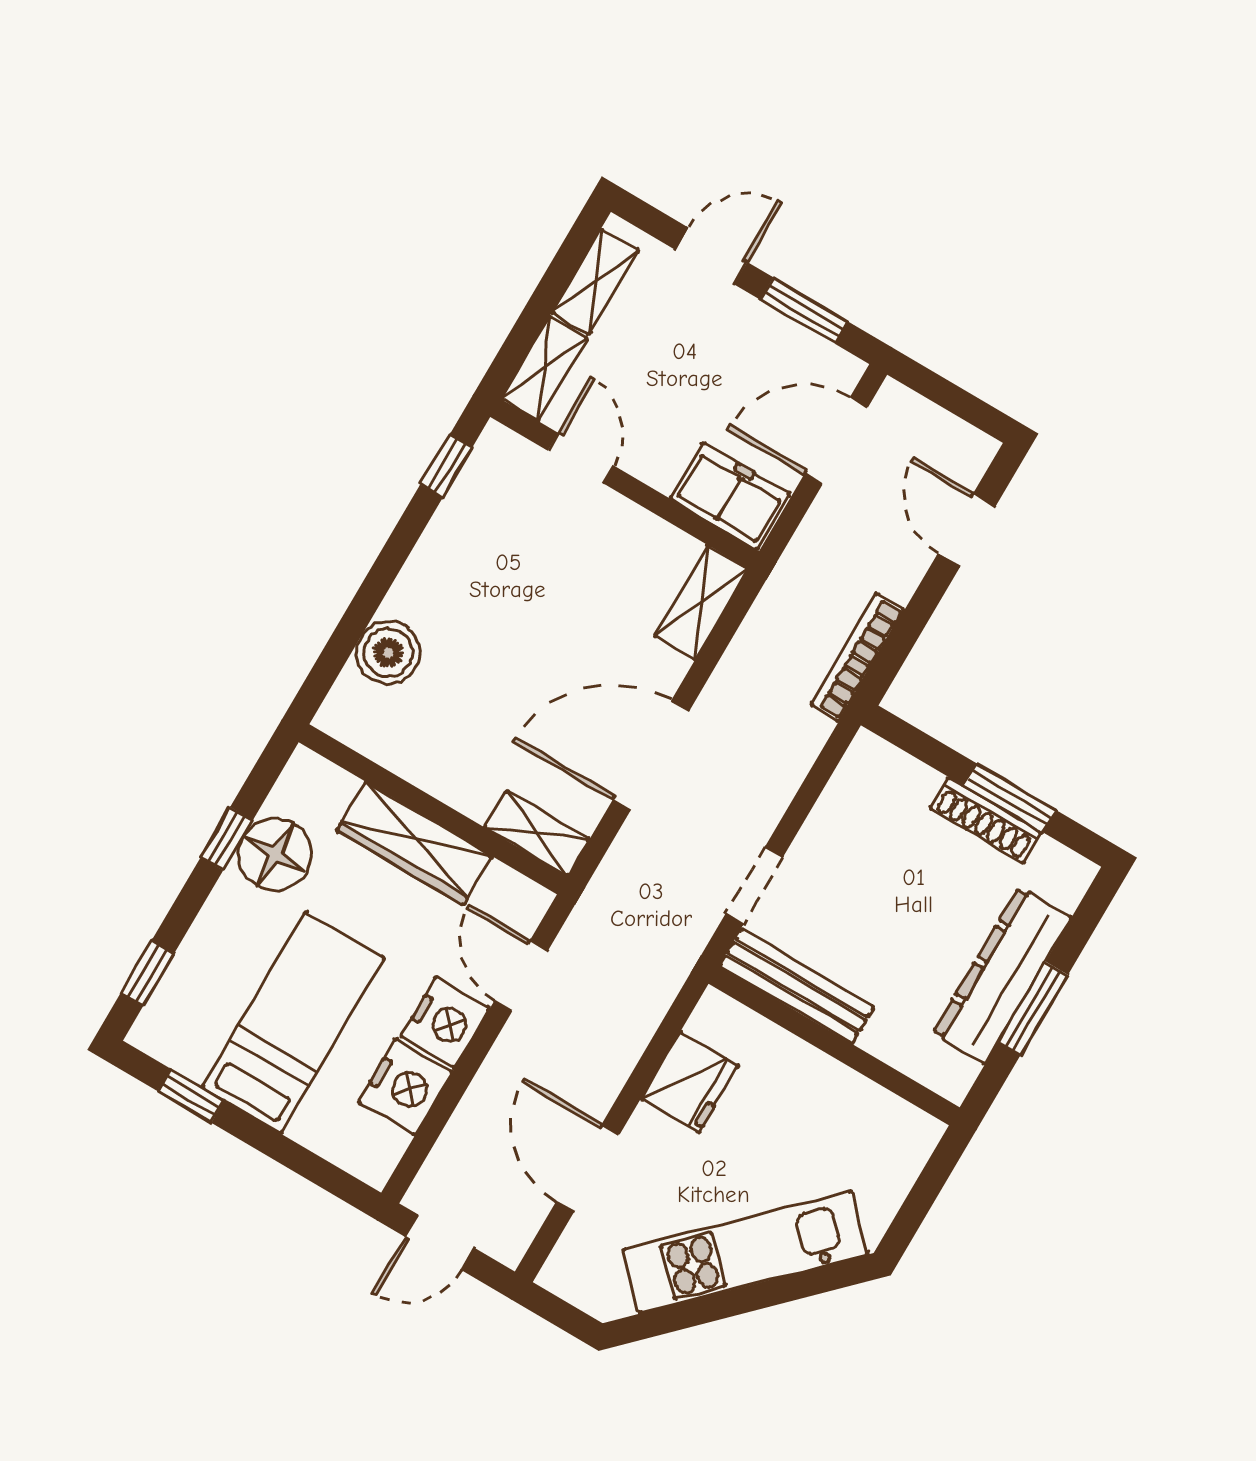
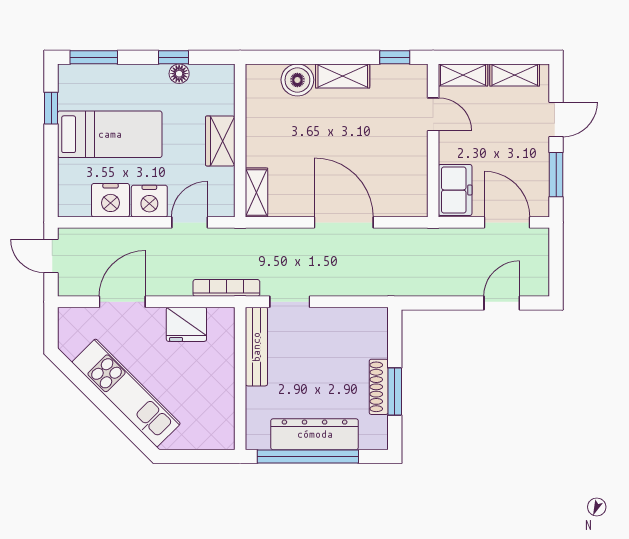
door: (711, 256) -> (556, 119), hinge flipped
door: (581, 458) -> (433, 114), hinge flipped
shelving: (701, 602) -> (343, 76), moved
bookcase: (857, 657) -> (226, 288), moved
door: (651, 756) -> (344, 222), moved
wardrobe: (414, 843) -> (220, 141), width x0.67
floor lamp: (275, 854) -> (179, 74), width x0.53, depth x0.53
window: (147, 973) -> (94, 57), width x1.50
window: (1033, 1009) -> (308, 456), width x2.11

